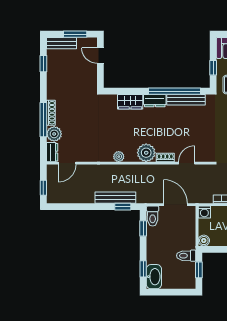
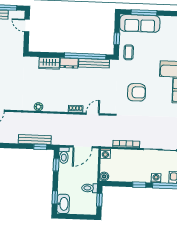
plant: (146, 153) -> (61, 104), removed
door: (175, 205) -> (83, 147), swing flipped

